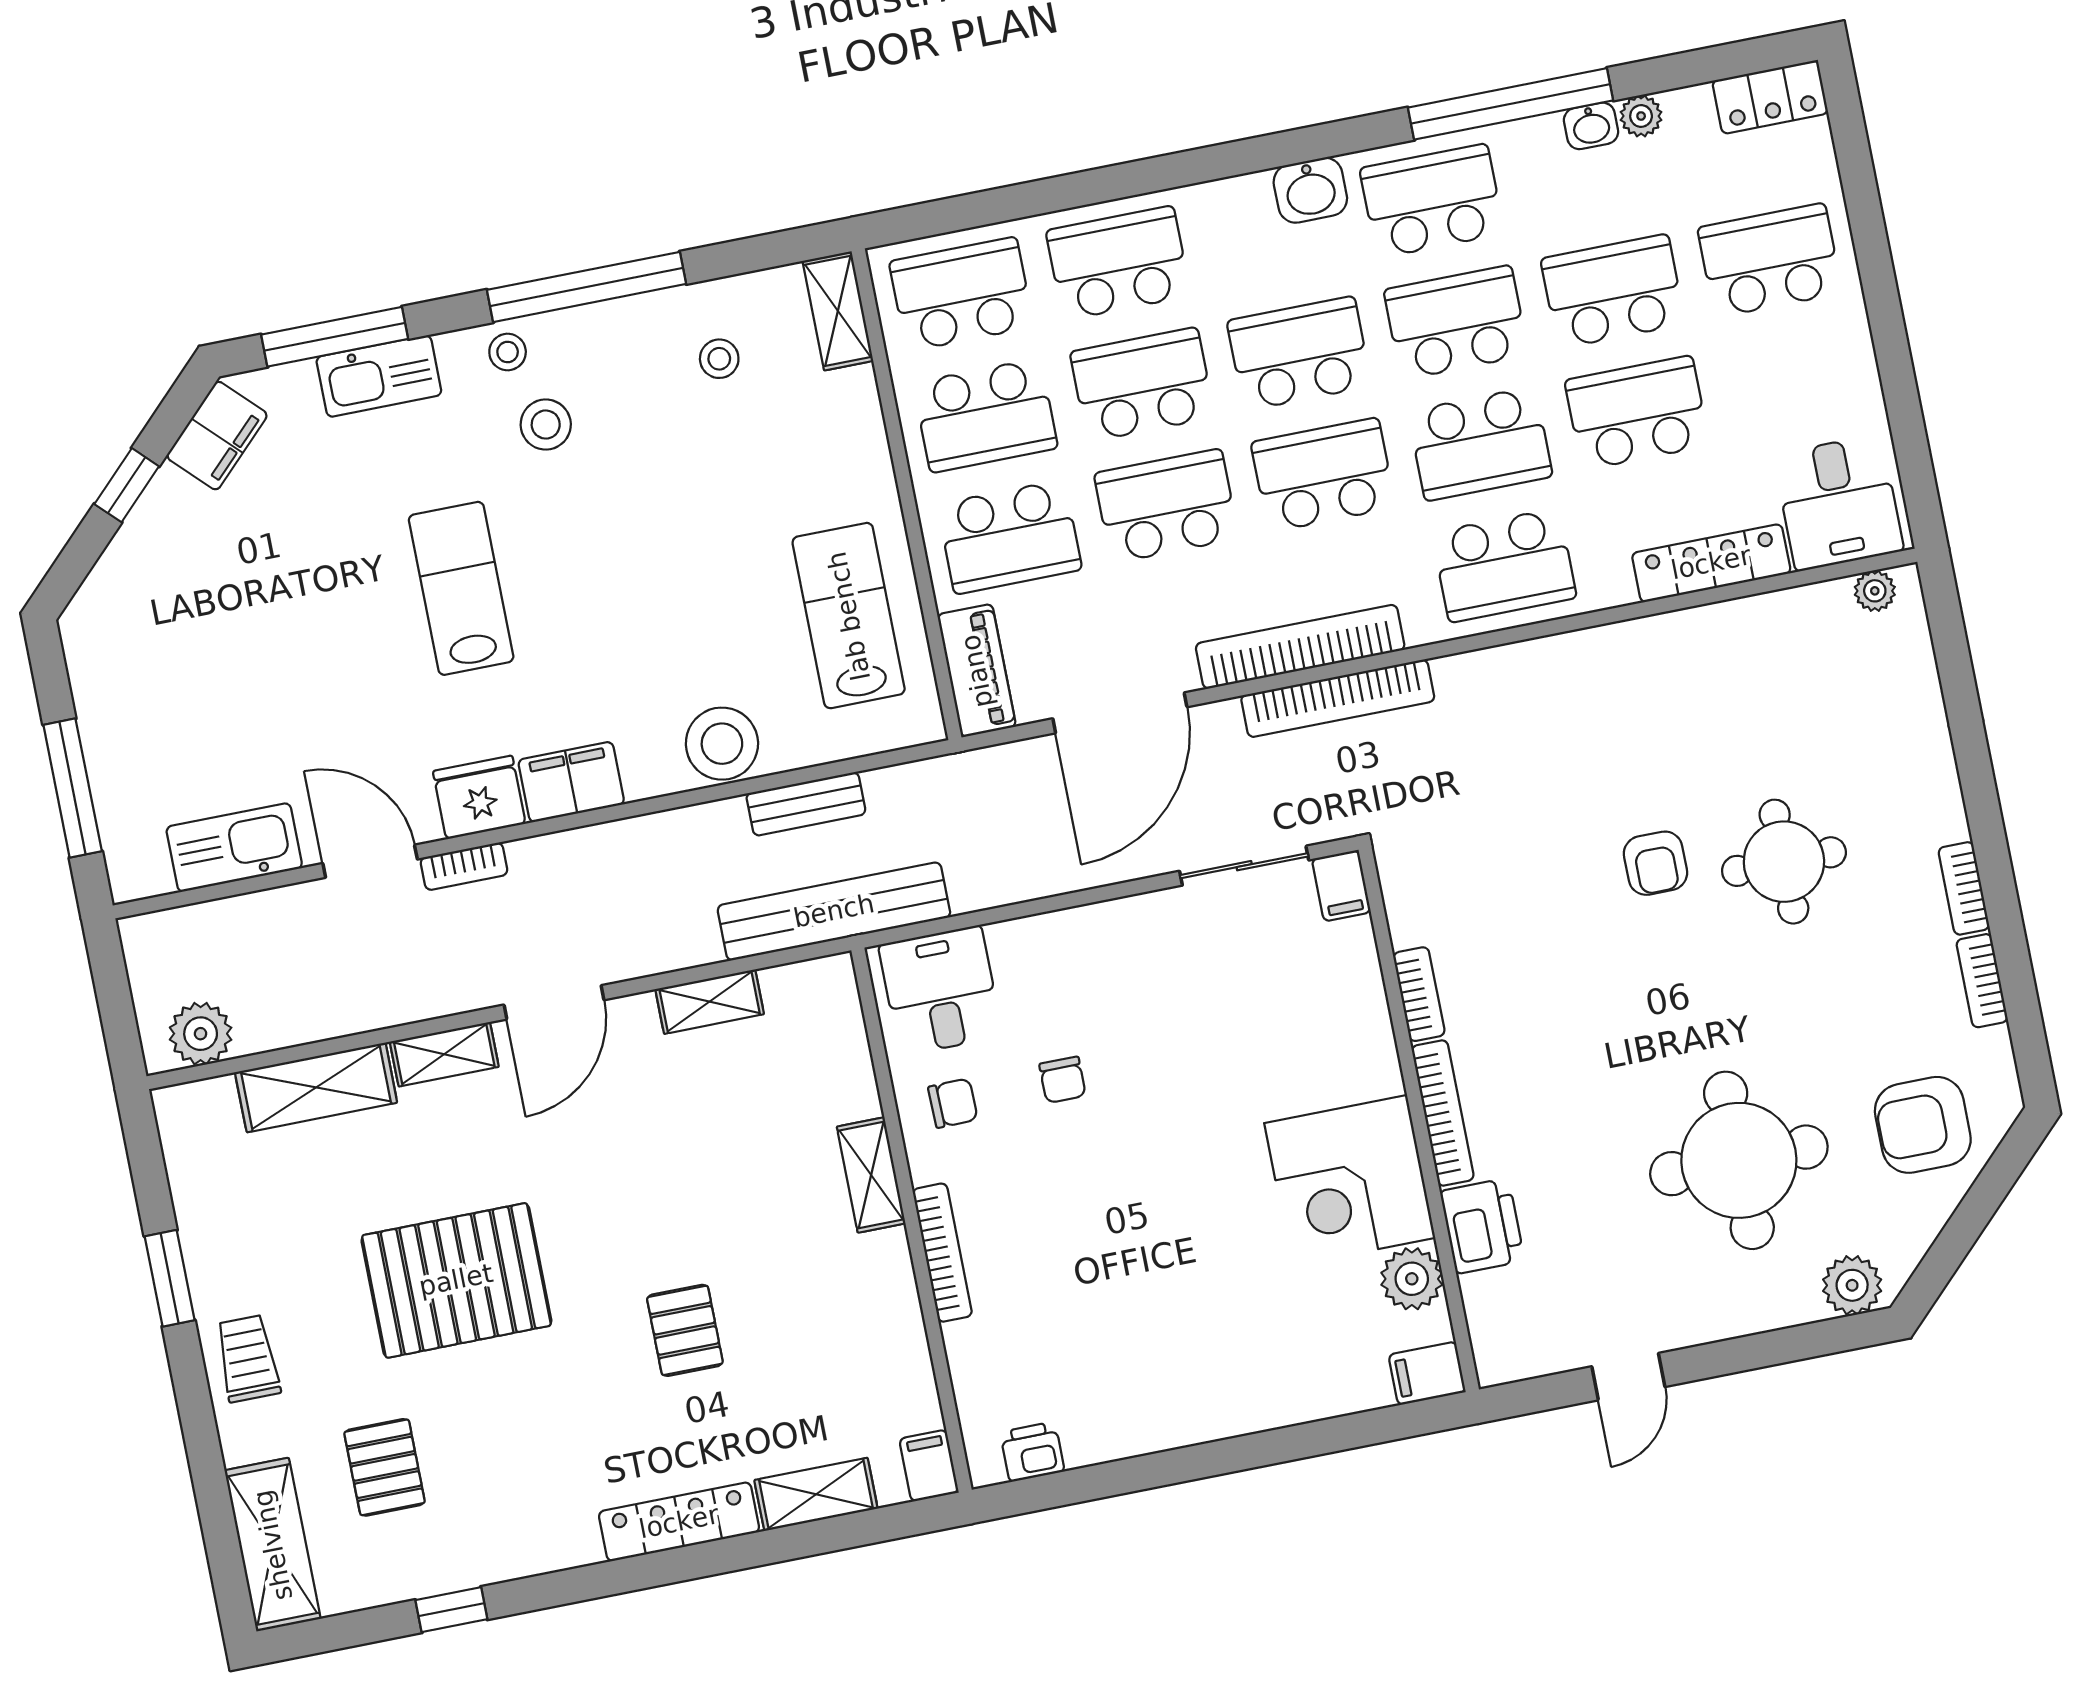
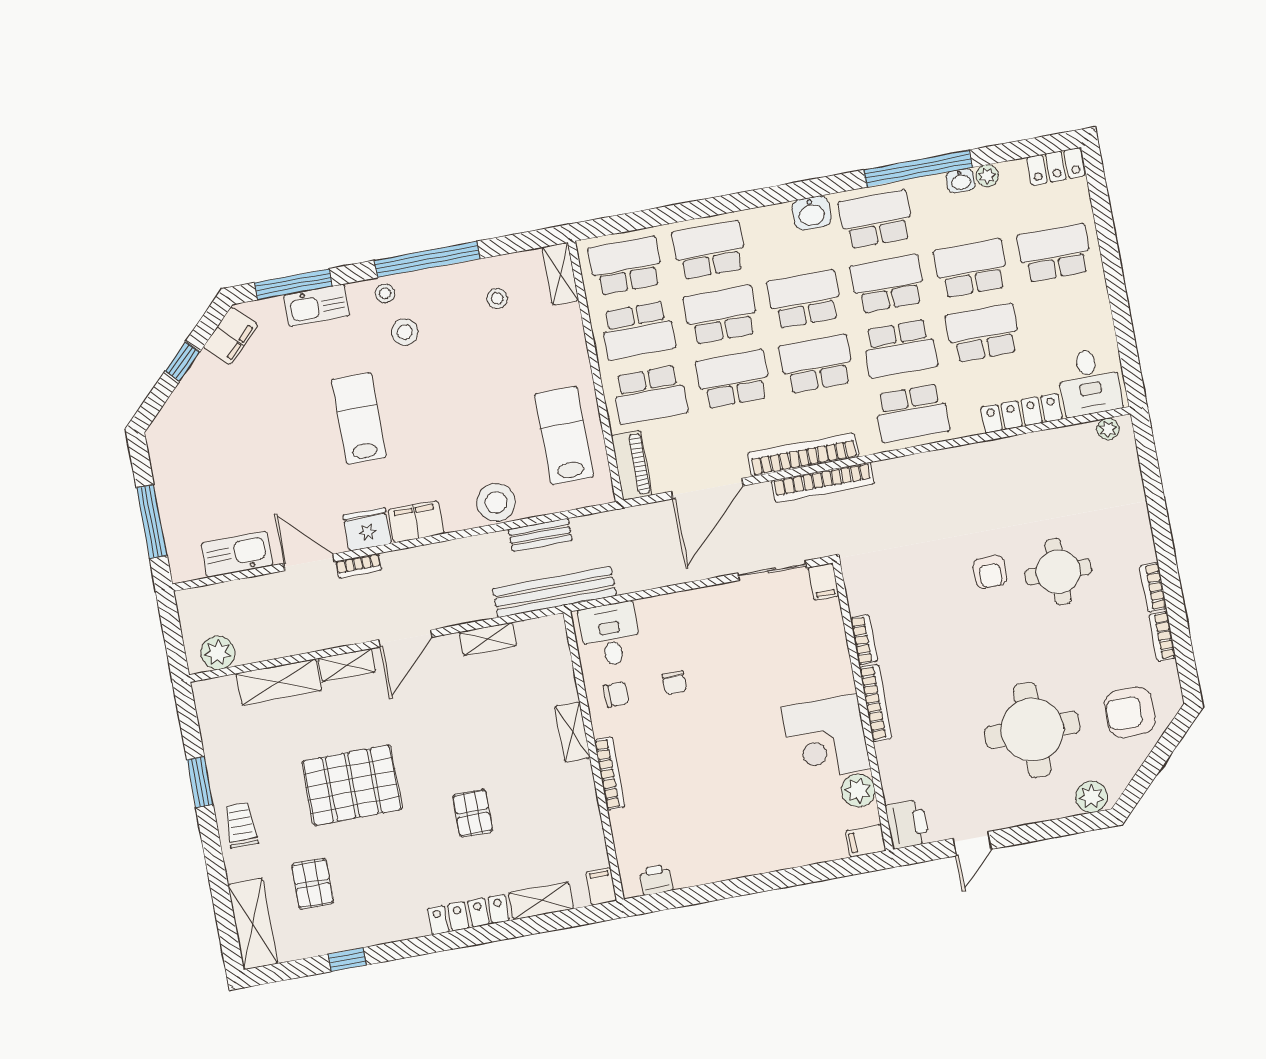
printer: (1482, 1226) -> (907, 824), moved

